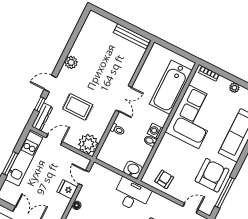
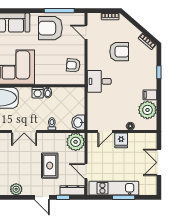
double door: (124, 99) -> (24, 131), swing flipped
washbasin: (133, 170) -> (78, 122), moved
desk: (132, 195) -> (99, 81), width x0.73

